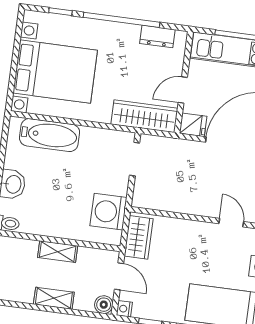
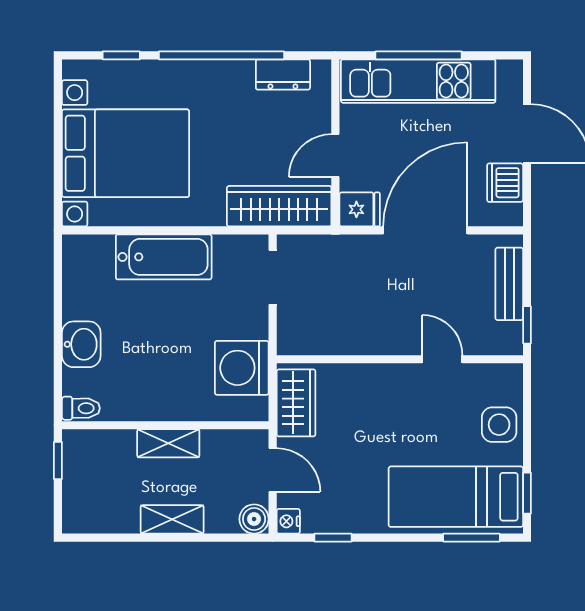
bathtub: (50, 135) -> (164, 257), moved

